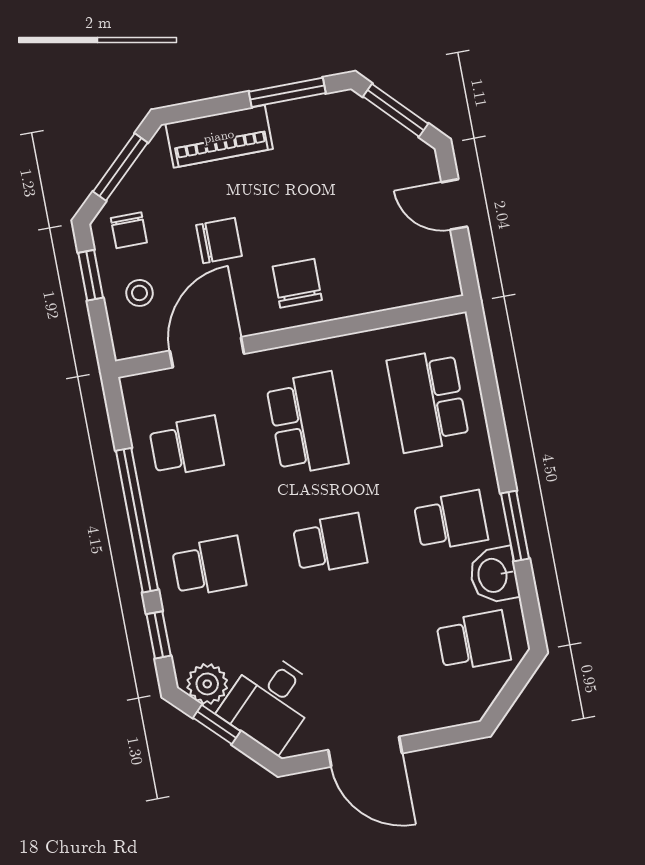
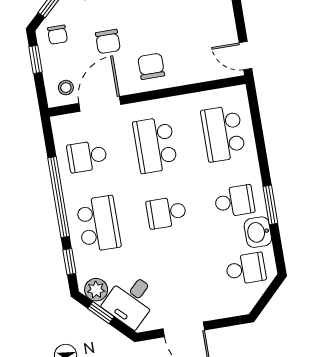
door: (454, 204) -> (245, 56), moved
chair: (219, 241) -> (108, 41), turned 90
stool: (139, 293) -> (66, 88), moved
school desk: (307, 423) -> (155, 145), turned 180
school desk: (186, 446) -> (87, 156), turned 180
school desk: (330, 544) -> (166, 213), turned 180
school desk: (209, 566) -> (98, 224), width x1.85

